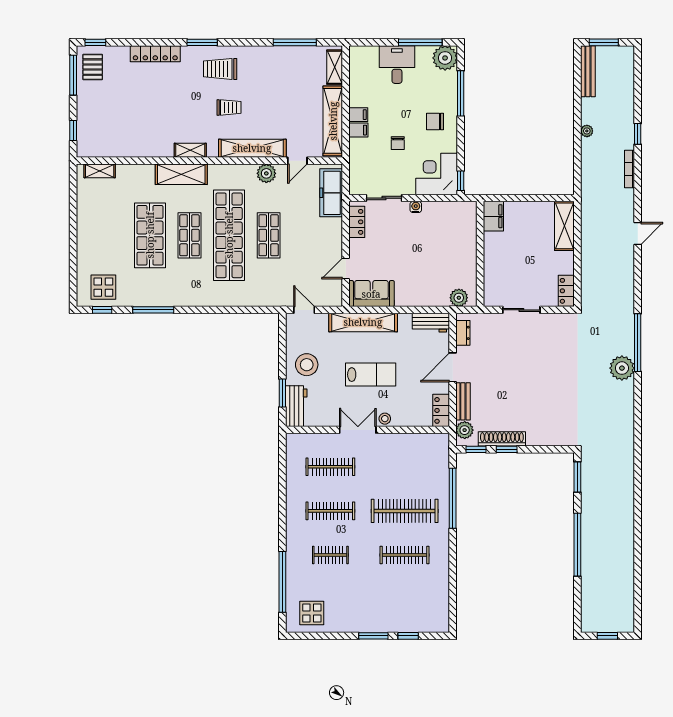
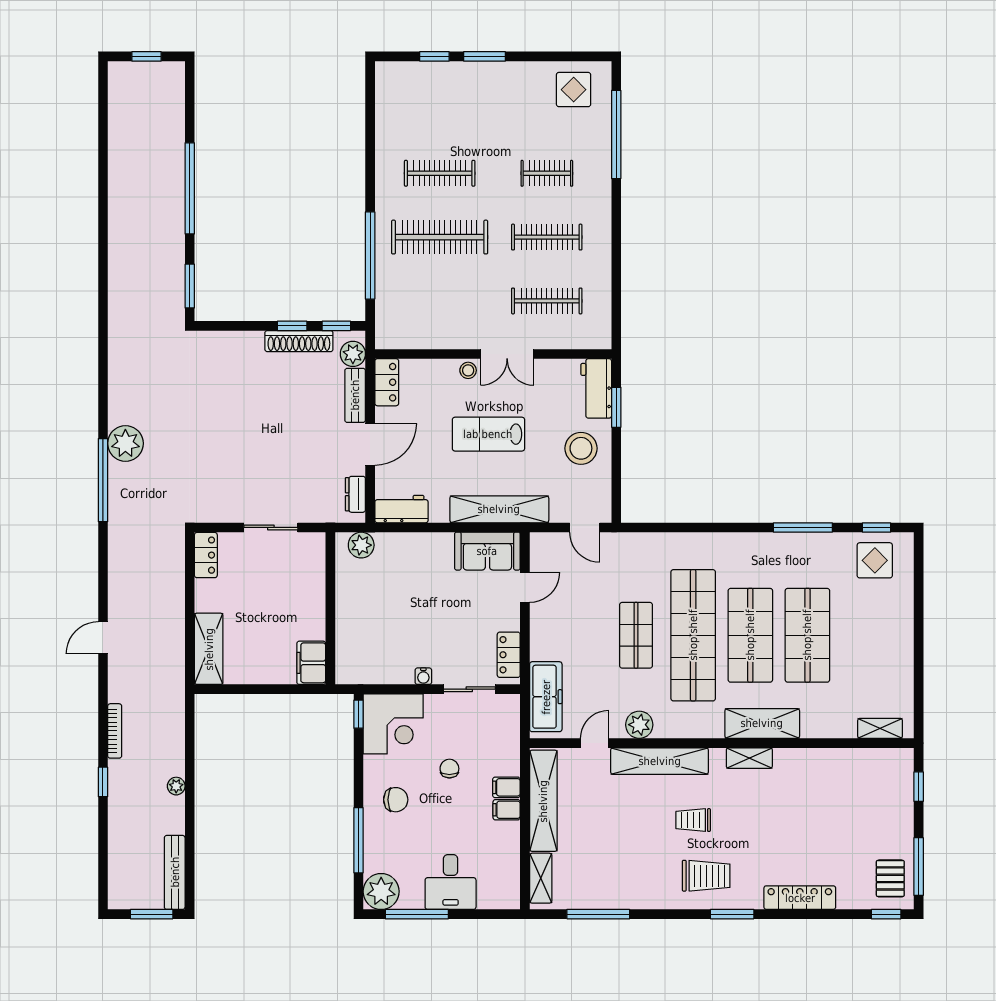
shop shelf: (190, 235) -> (750, 635), width x1.43, depth x1.36

